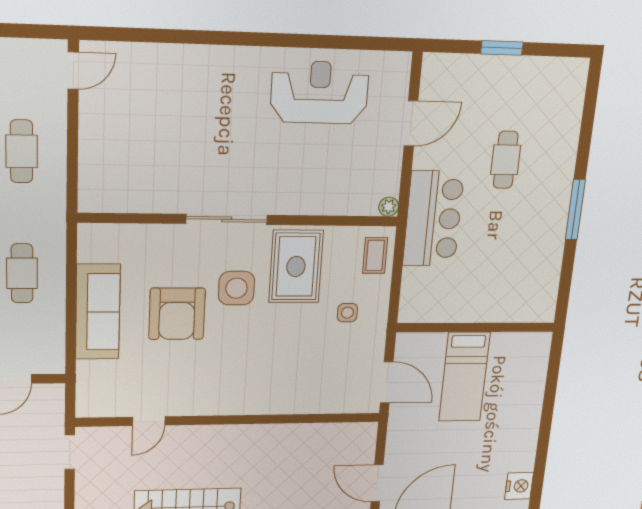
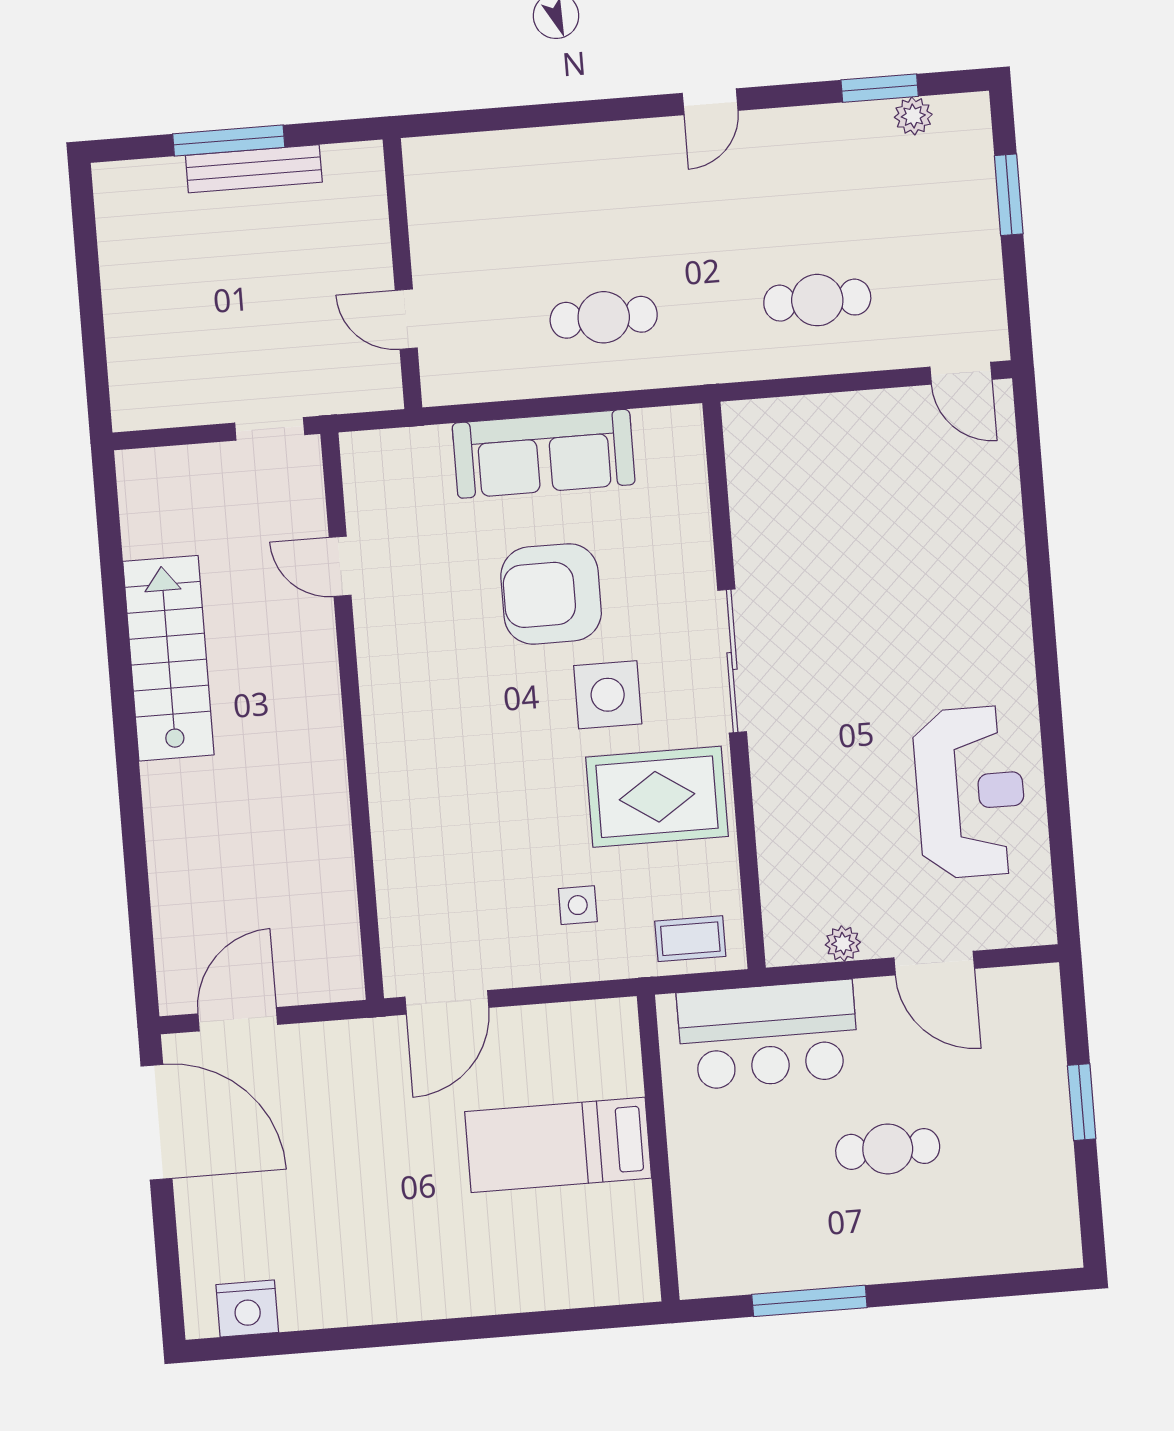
plant: (389, 207) -> (843, 944), moved
wall: (476, 327) -> (658, 1148), moved
bed: (464, 377) -> (558, 1145), moved

